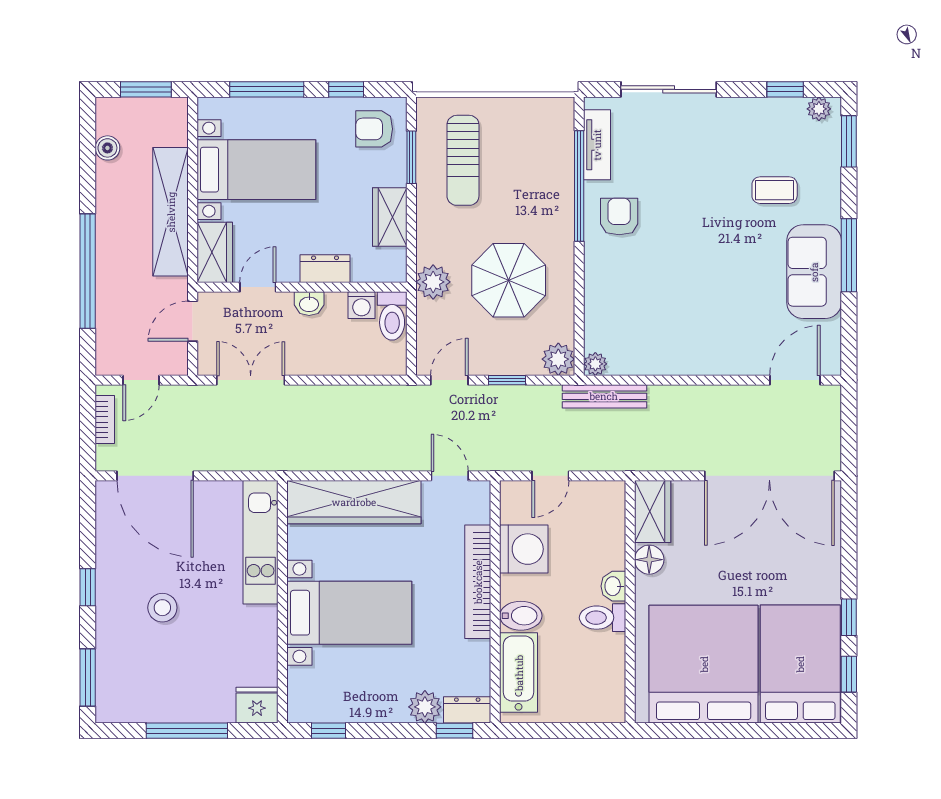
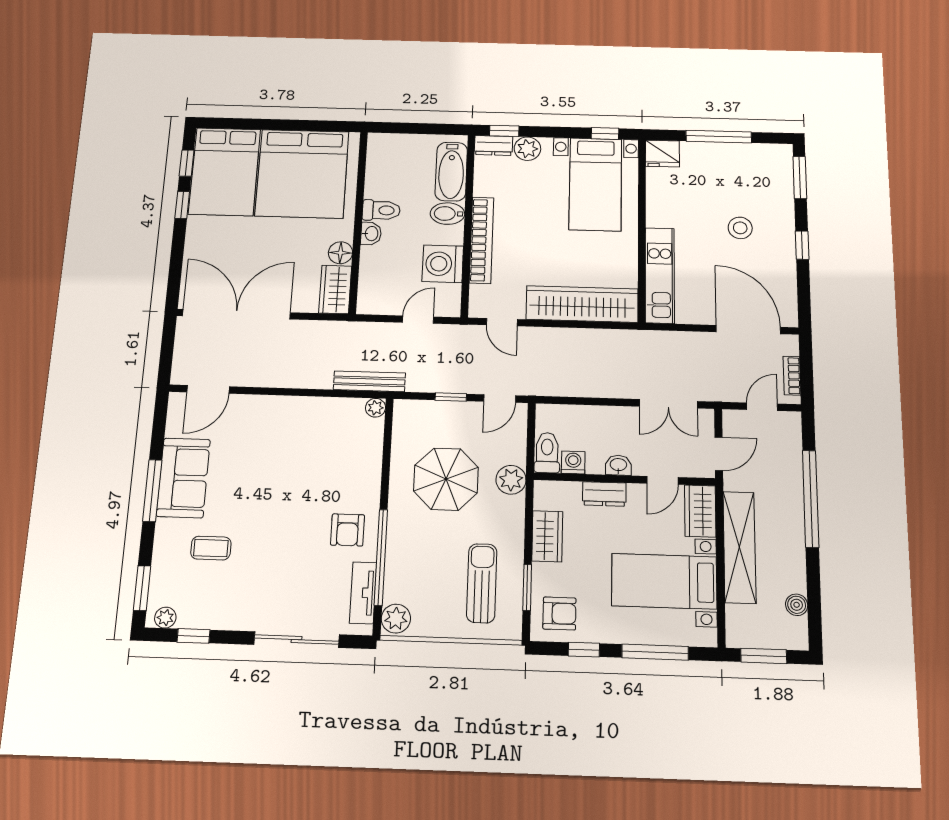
plant: (558, 359) -> (396, 619), moved
bed with nightstands: (349, 613) -> (595, 184), moved, turned -90

